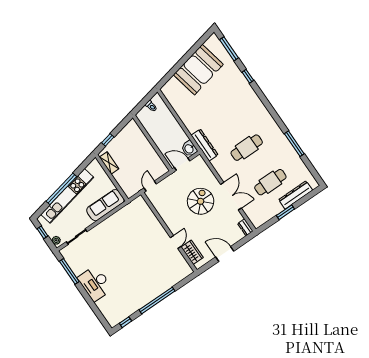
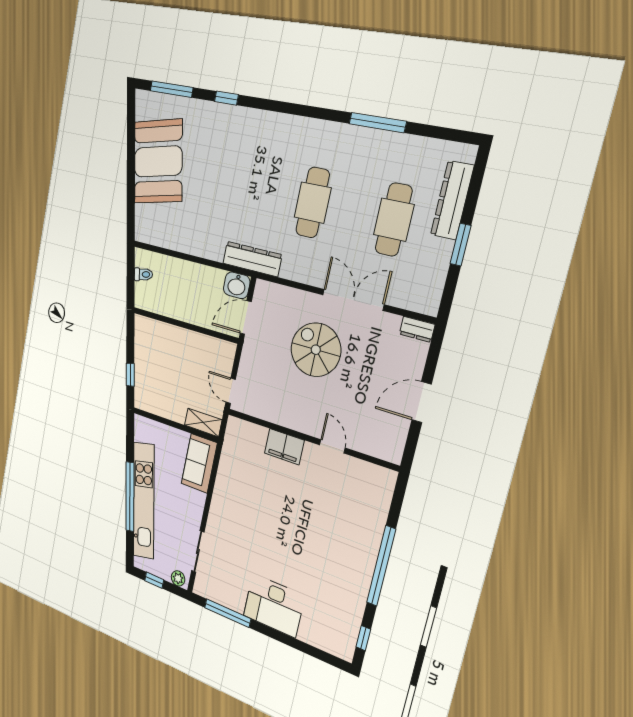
shelving: (109, 163) -> (203, 423), moved
sofa: (105, 205) -> (199, 463), width x0.73
filing cabinet: (155, 226) -> (284, 447), added
wardrobe: (192, 252) -> (369, 442), removed

